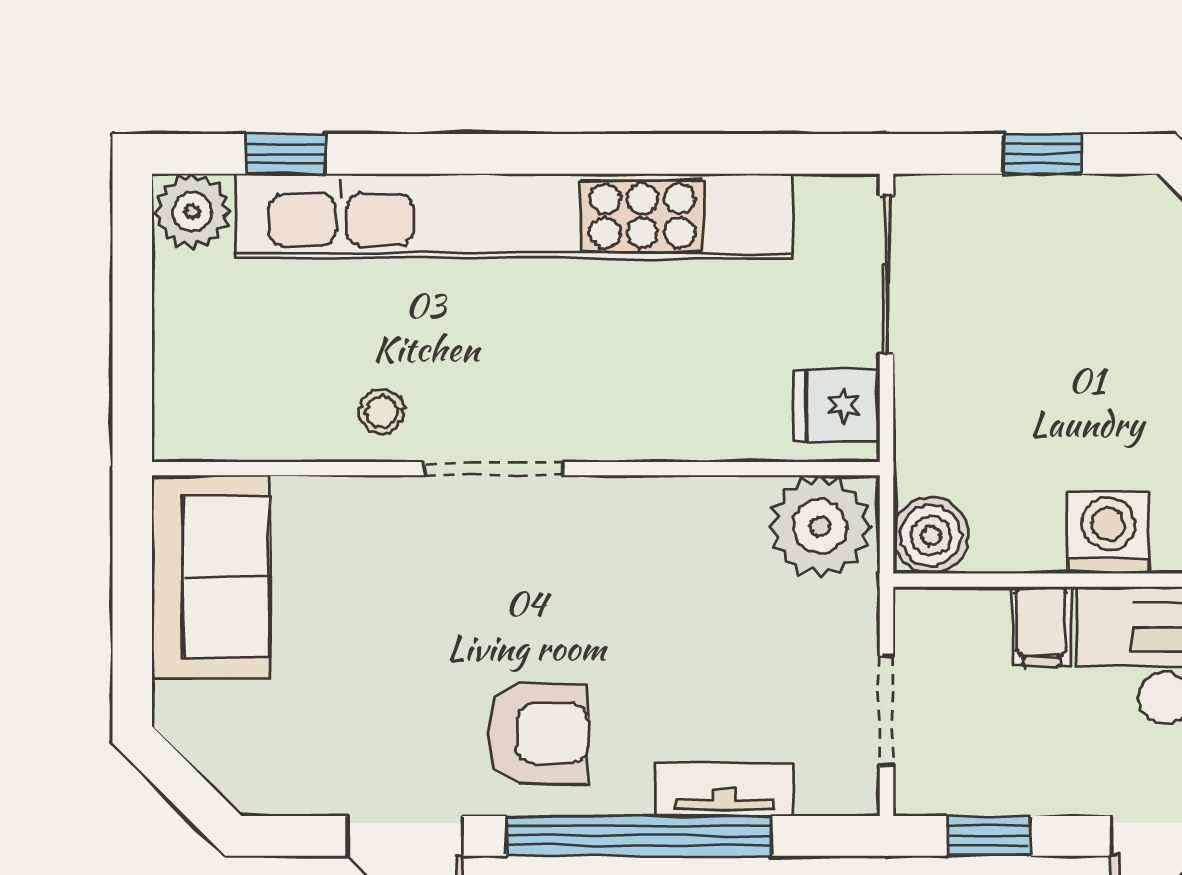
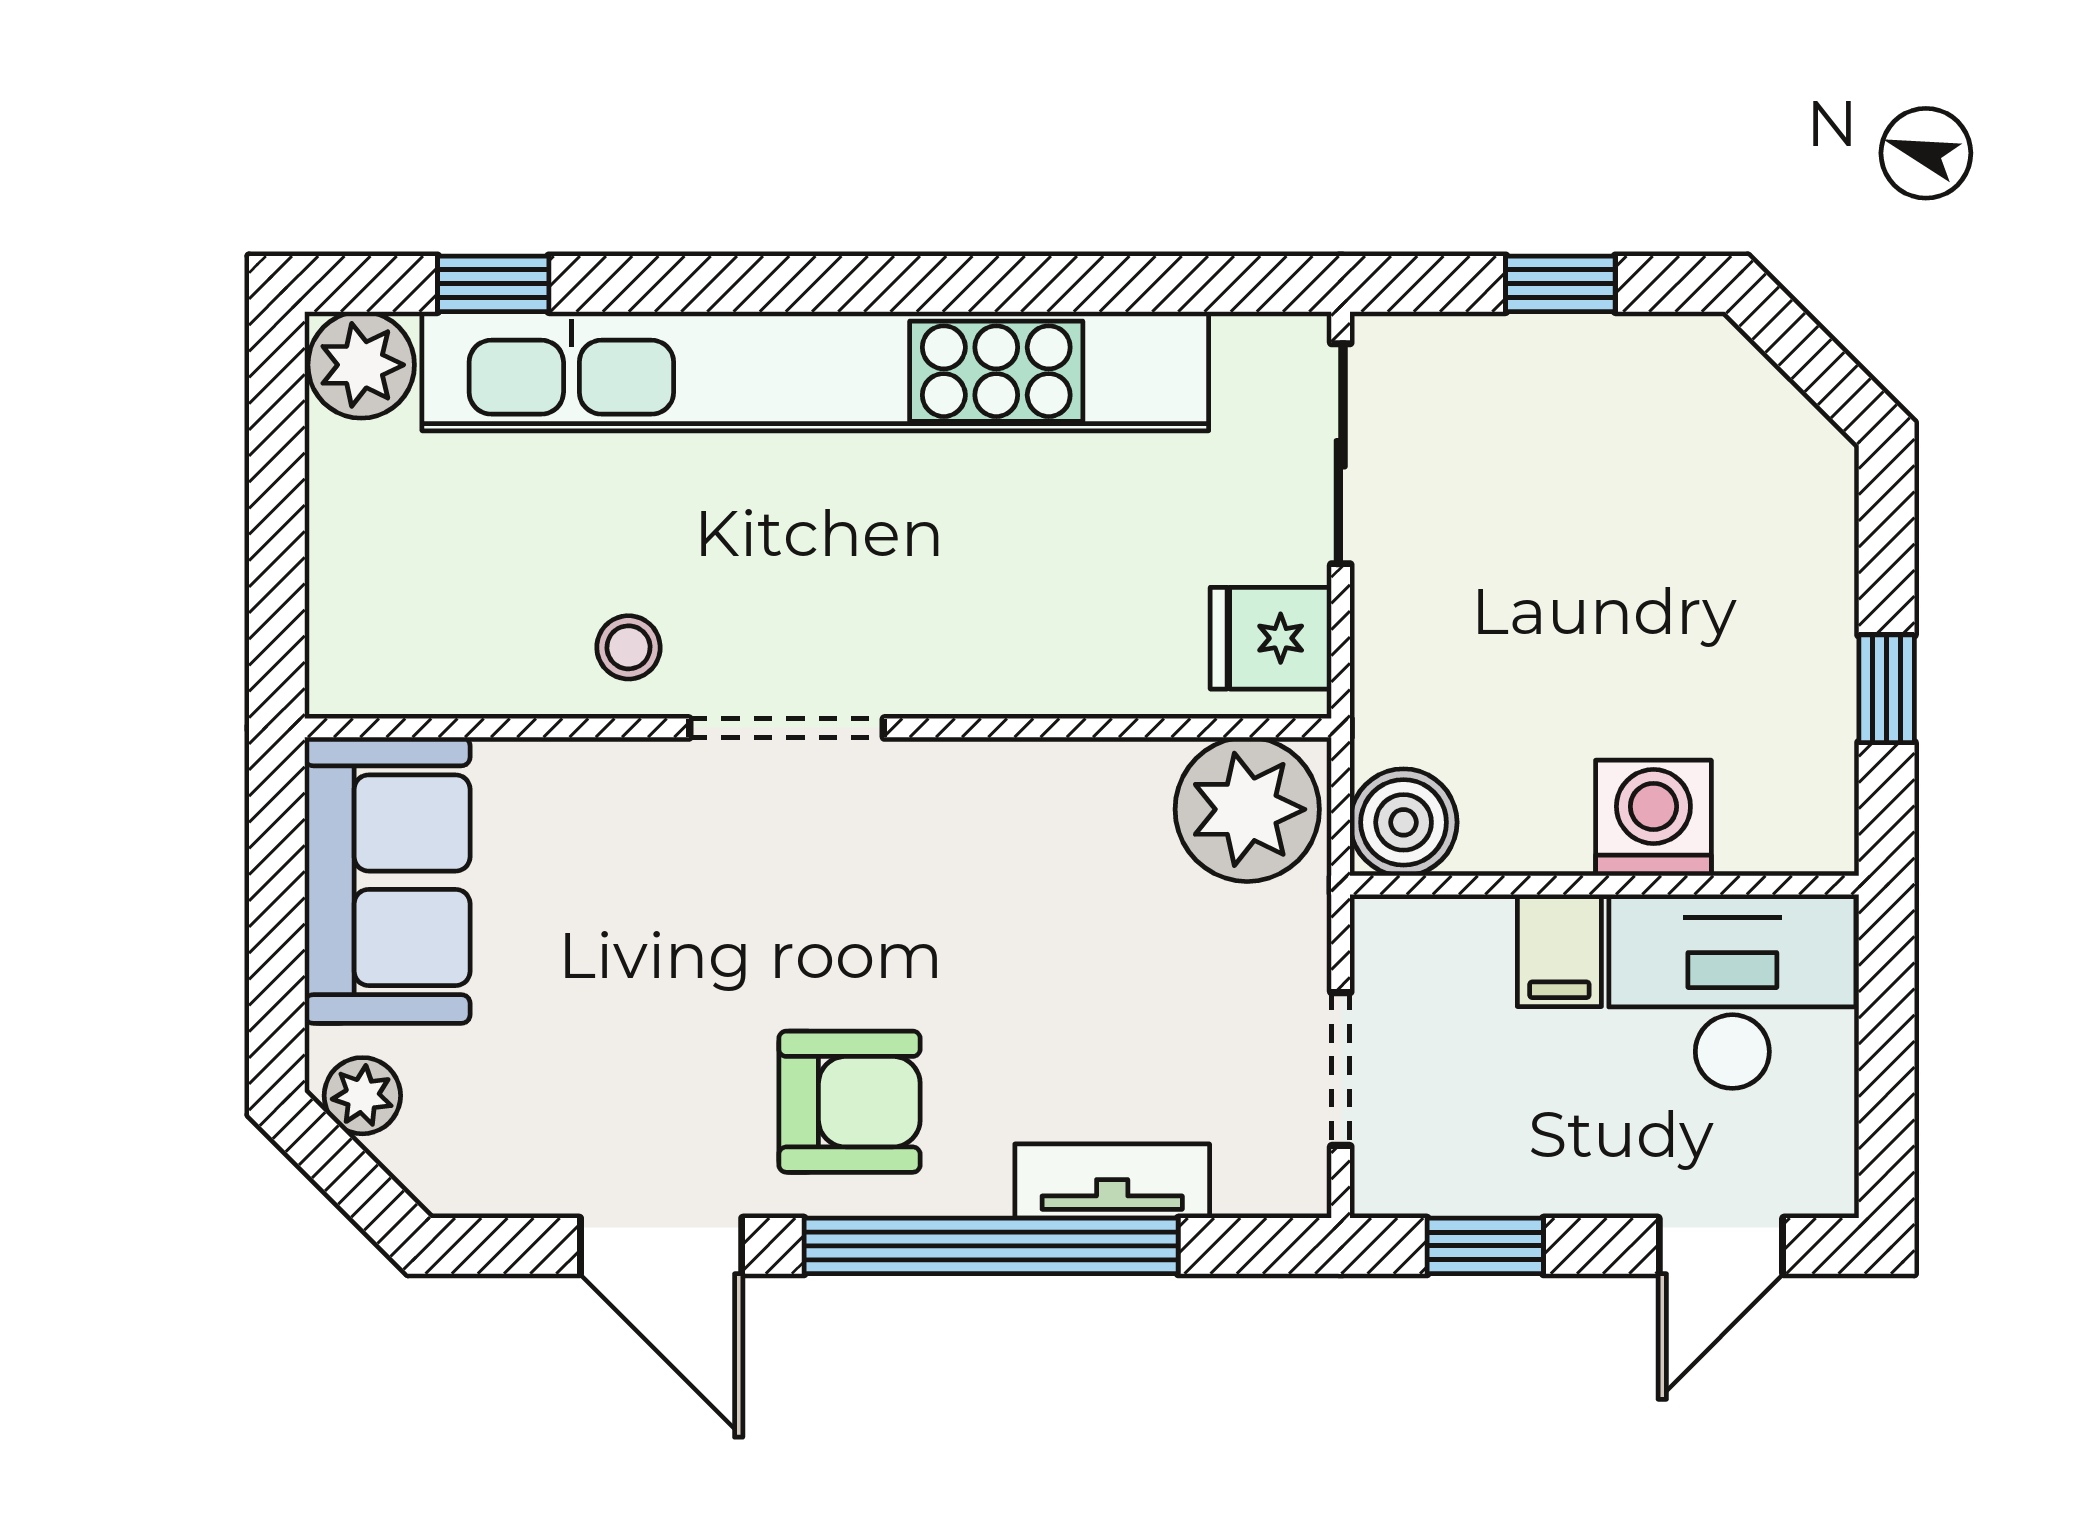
plant: (193, 729) -> (362, 1096), added

